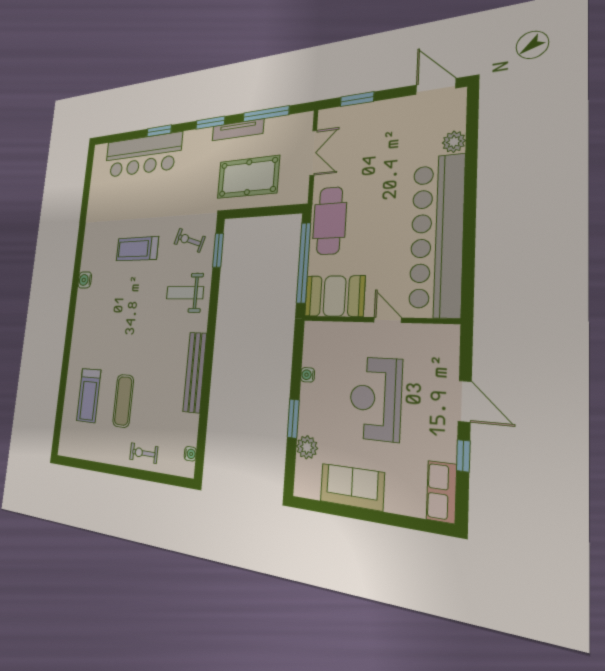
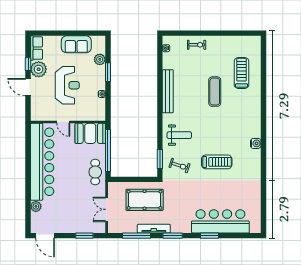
cafe table: (330, 221) -> (95, 172), width x0.73, depth x0.74
exercise mat: (123, 401) -> (215, 92), moved
plant: (438, 441) -> (39, 69), added

